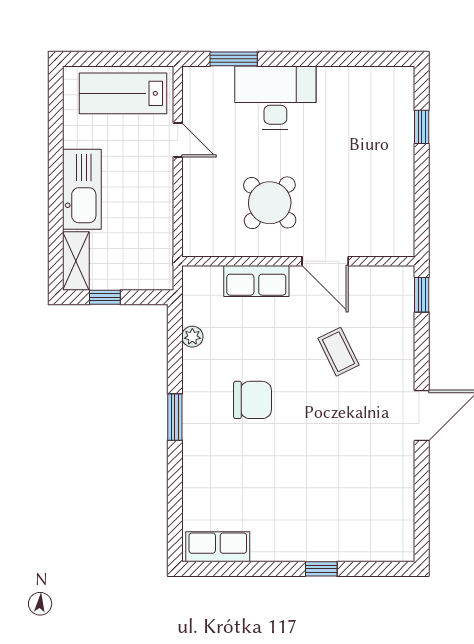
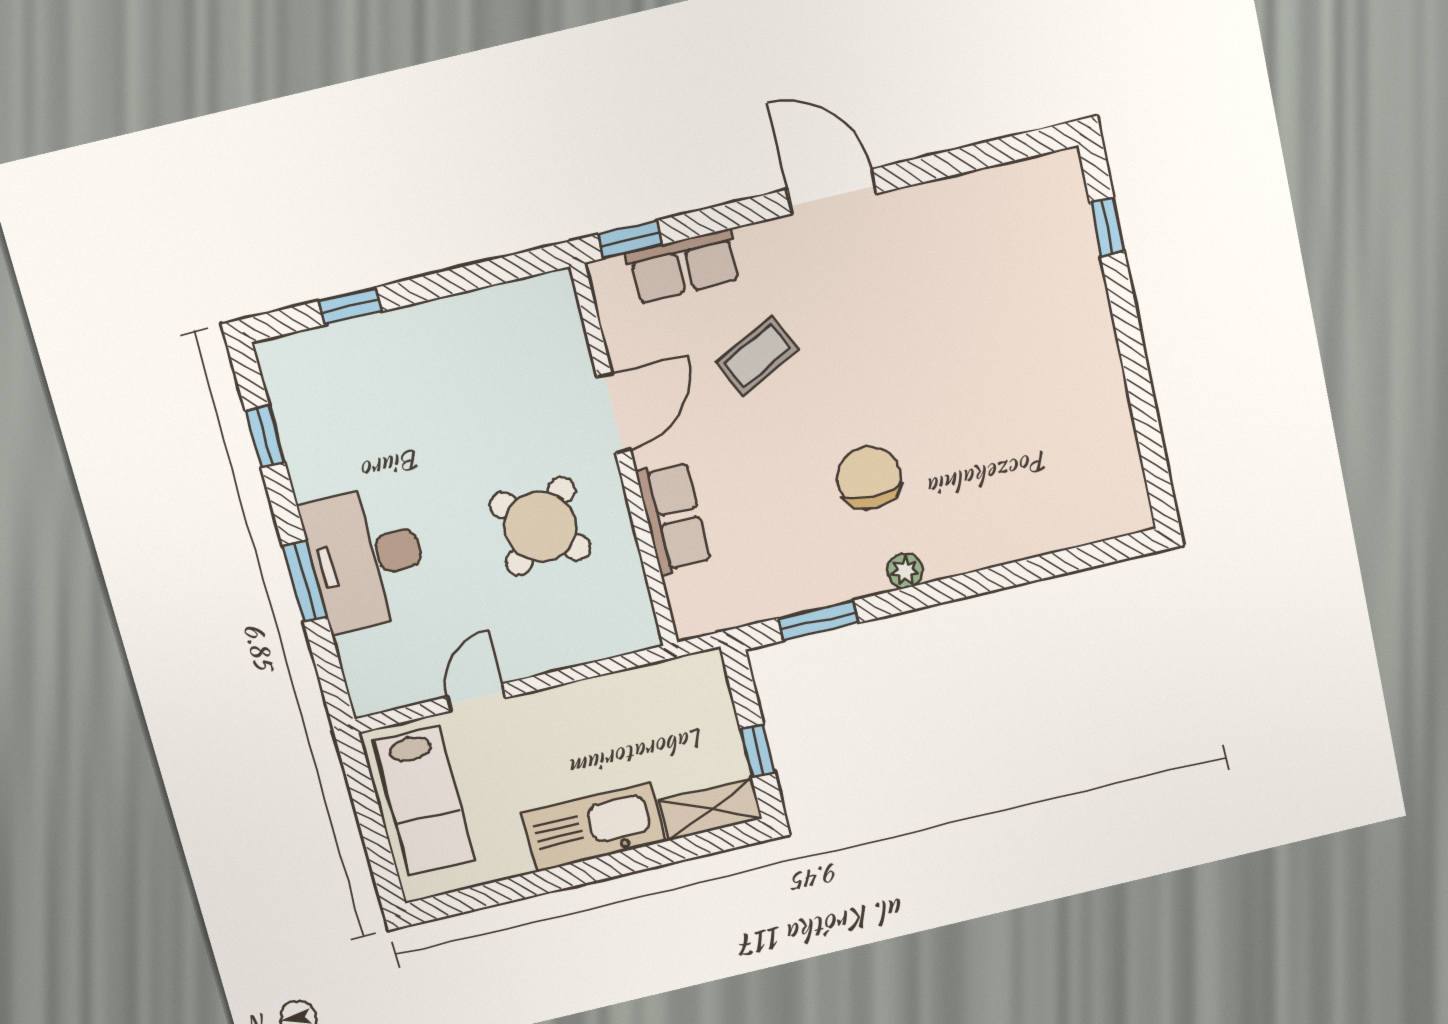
window: (234, 59) -> (305, 581), moved
window: (360, 59) -> (265, 436), added
plant: (192, 337) -> (905, 571), moved
window: (175, 417) -> (819, 620), moved
row of seats: (218, 547) -> (684, 266), moved, turned -90
window: (321, 569) -> (1107, 227), moved

